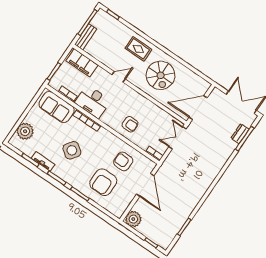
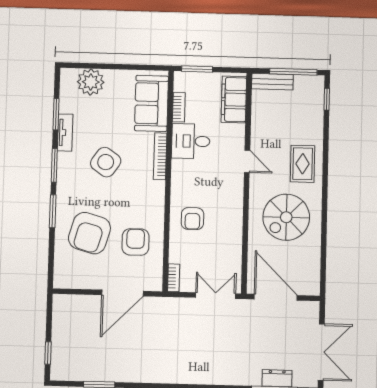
desk: (93, 102) -> (191, 141), width x0.73
armchair: (103, 182) -> (89, 233), turned -74
plant: (133, 219) -> (65, 307), removed

